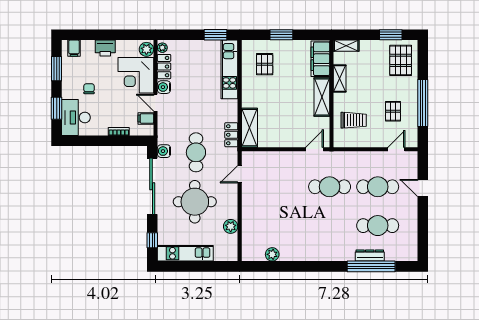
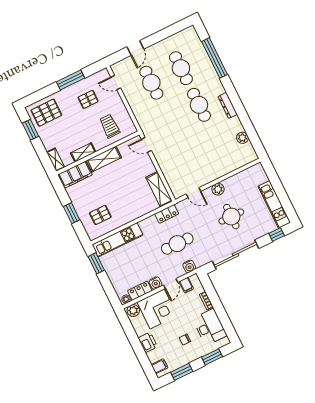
window: (423, 103) -> (71, 80), width x0.68
desk: (76, 118) -> (210, 327), moved, turned -90
shelving: (249, 128) -> (159, 189), moved, turned 90
water cooler: (164, 151) -> (189, 266), moved
cafe table: (196, 152) -> (177, 244), moved
cafe table: (330, 187) -> (199, 105), moved
round table: (195, 202) -> (231, 217), width x0.73, depth x0.73
plant: (231, 226) -> (218, 189), moved
dresser: (370, 255) -> (228, 105), moved

